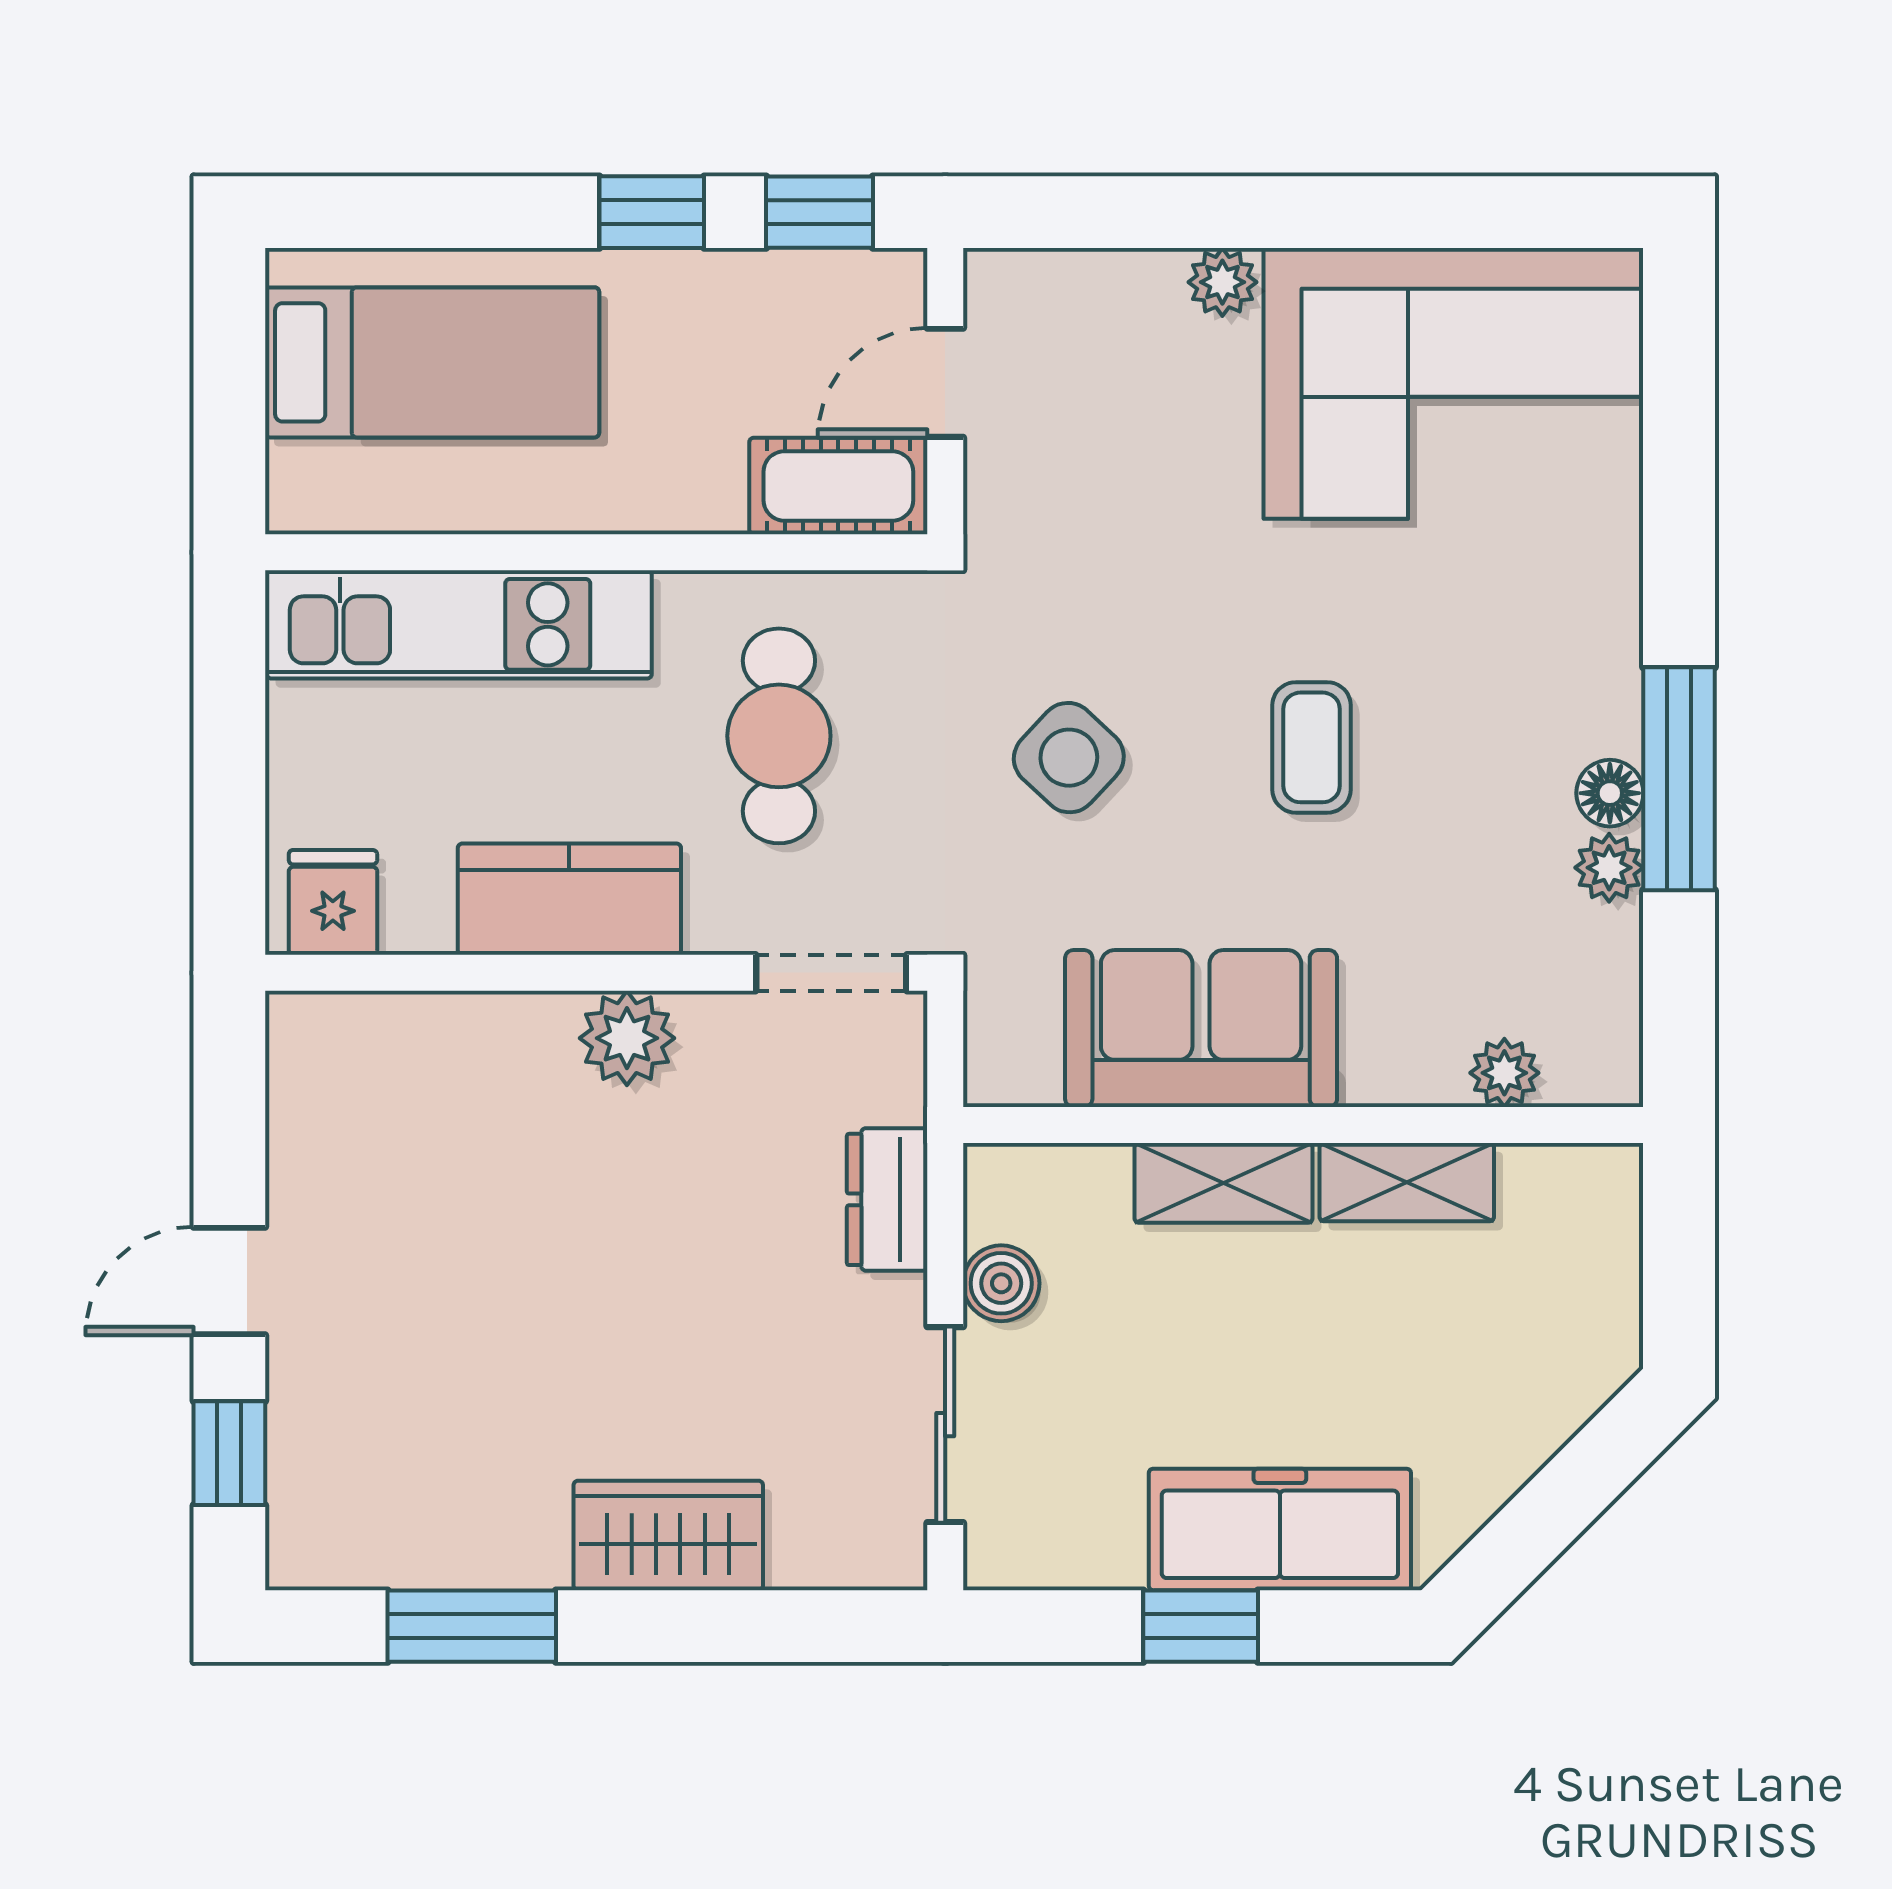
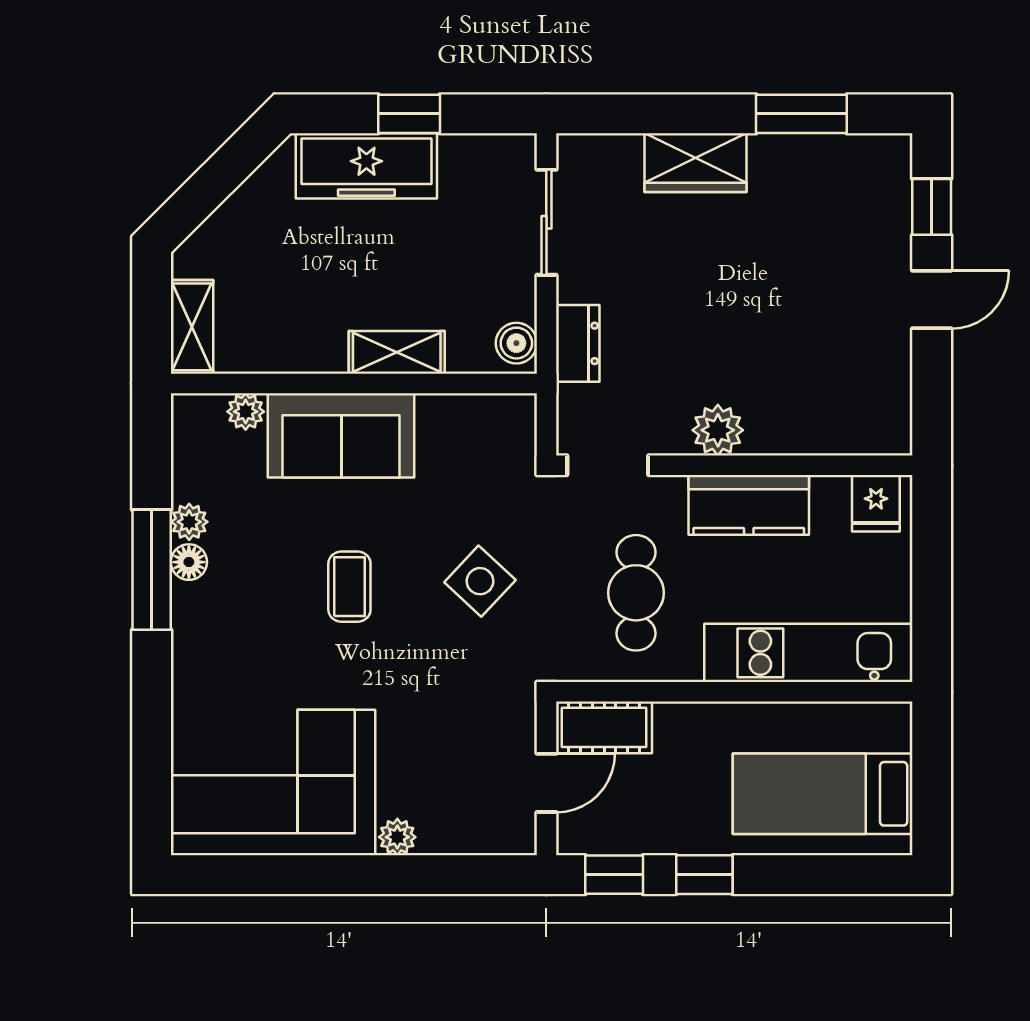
sofa: (1201, 1028) -> (341, 435), moved
shelving: (1407, 1182) -> (192, 327), moved, turned 90
boiler: (1001, 1283) -> (516, 343), moved

